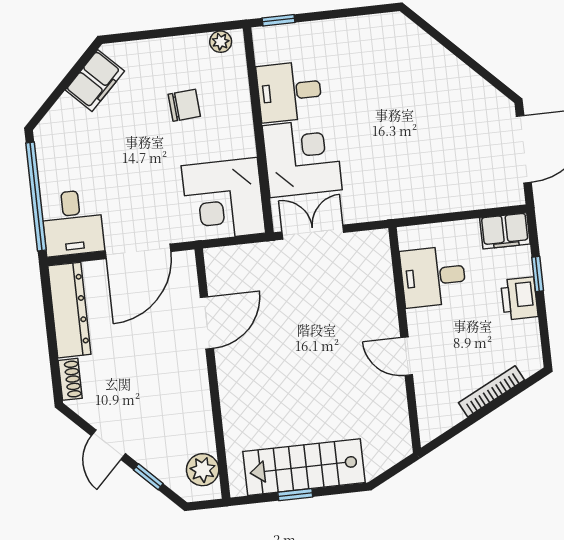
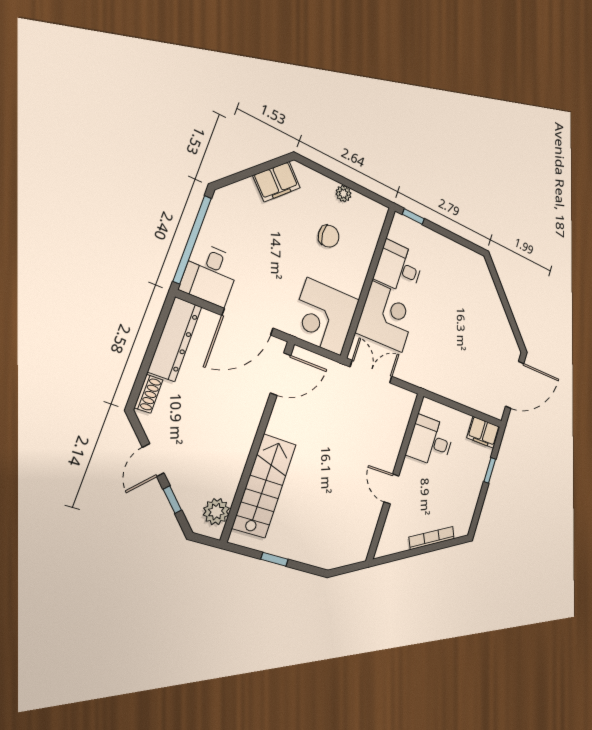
plant: (221, 42) -> (344, 194), moved
printer: (519, 298) -> (473, 482), removed
door: (207, 323) -> (280, 374), moved
stairs: (304, 467) -> (264, 486), moved, turned 90

